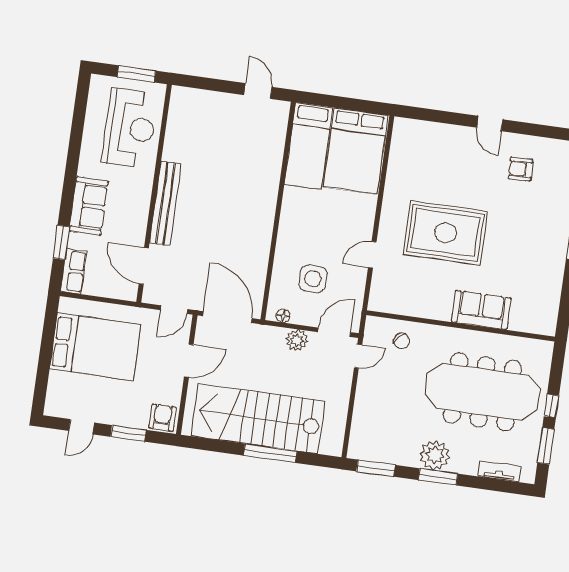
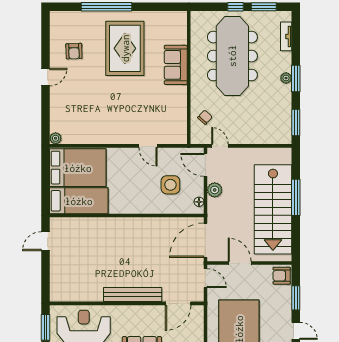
plant: (401, 126) -> (56, 138), added
rug: (445, 233) -> (125, 48), moved
plant: (435, 455) -> (286, 78), width x0.53, depth x0.53

